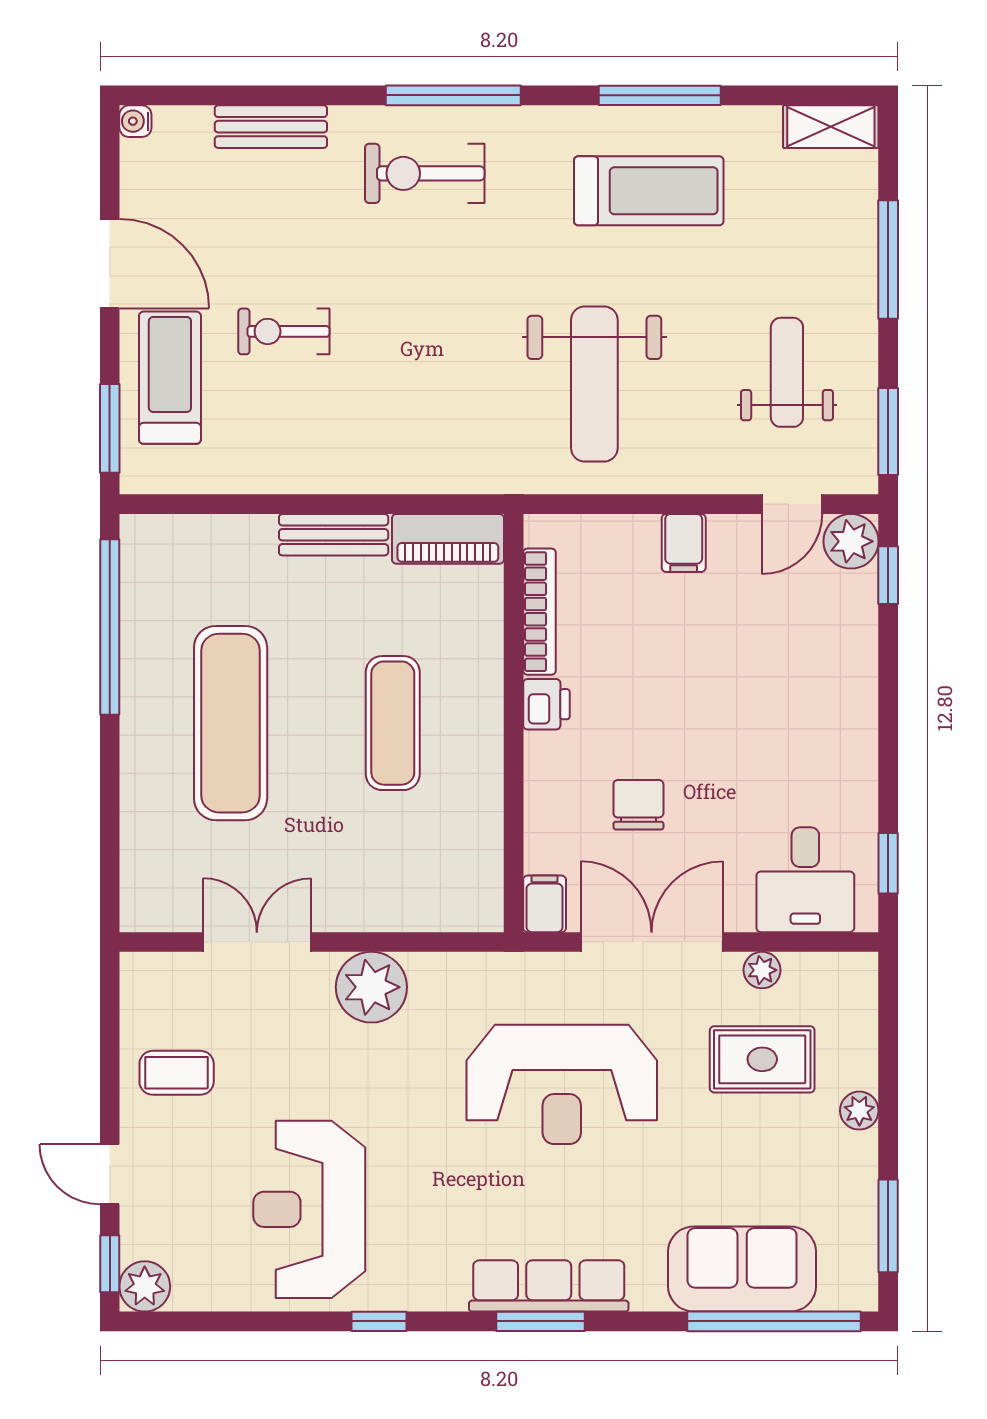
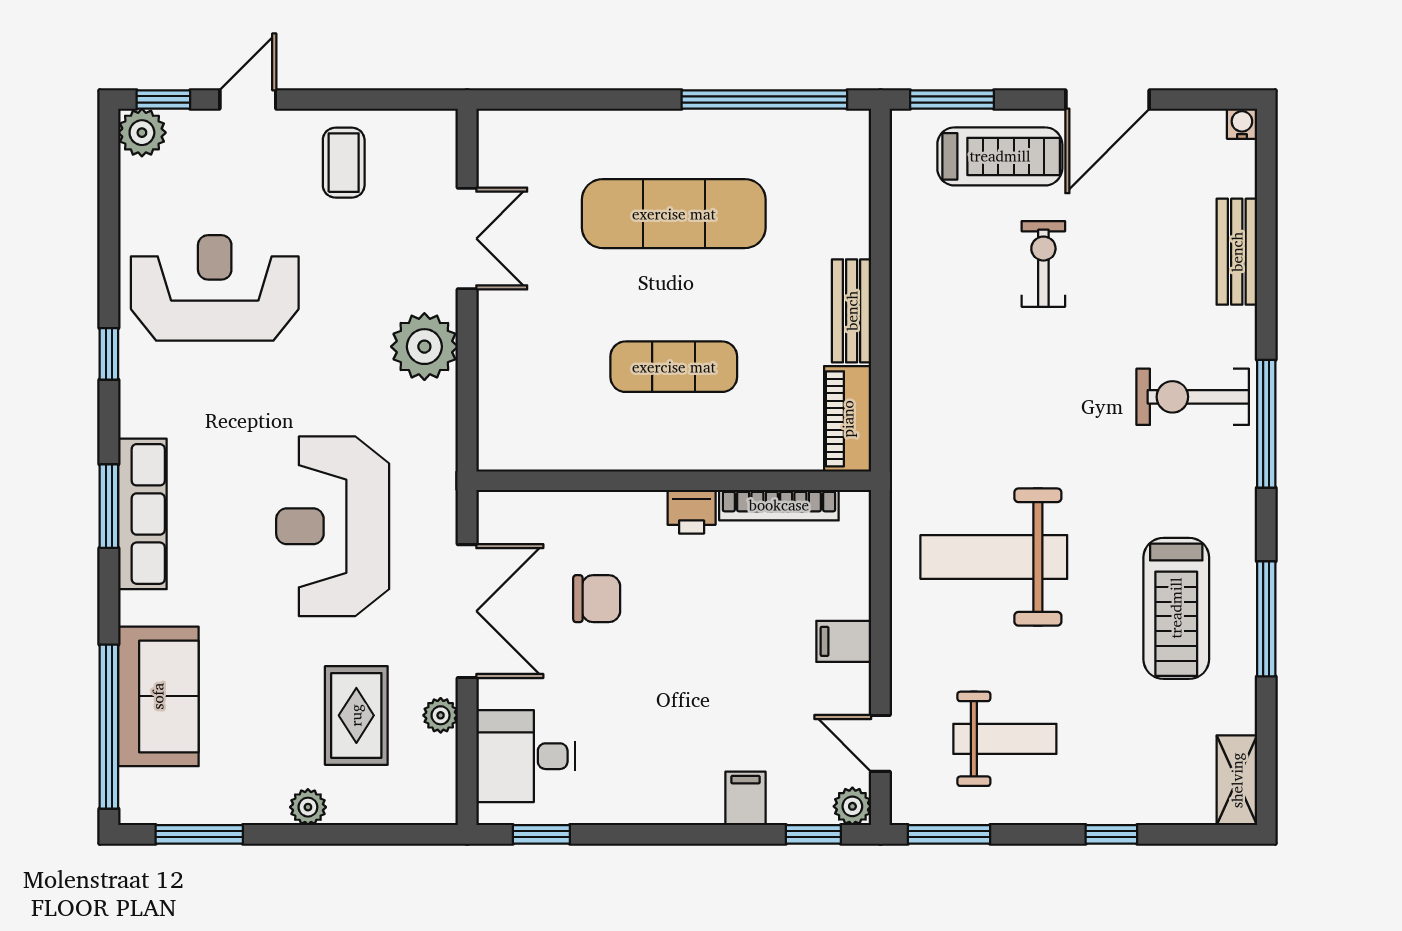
exercise bike: (425, 173) -> (1193, 397), turned -90
window: (888, 259) -> (1111, 834), width x0.46
plant: (851, 541) -> (852, 806), width x0.73, depth x0.73
filing cabinet: (545, 904) -> (746, 798), moved, turned -90

